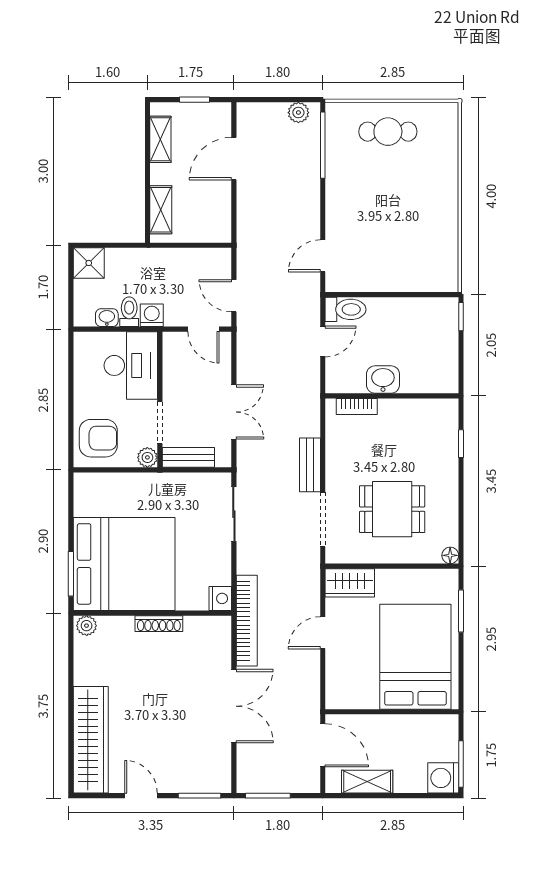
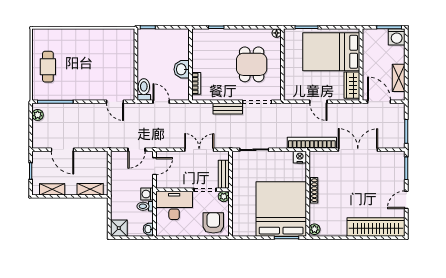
washbasin: (107, 318) -> (148, 229), moved
wardrobe: (350, 583) -> (352, 85), moved, turned 180
door: (323, 745) -> (379, 102), hinge flipped

